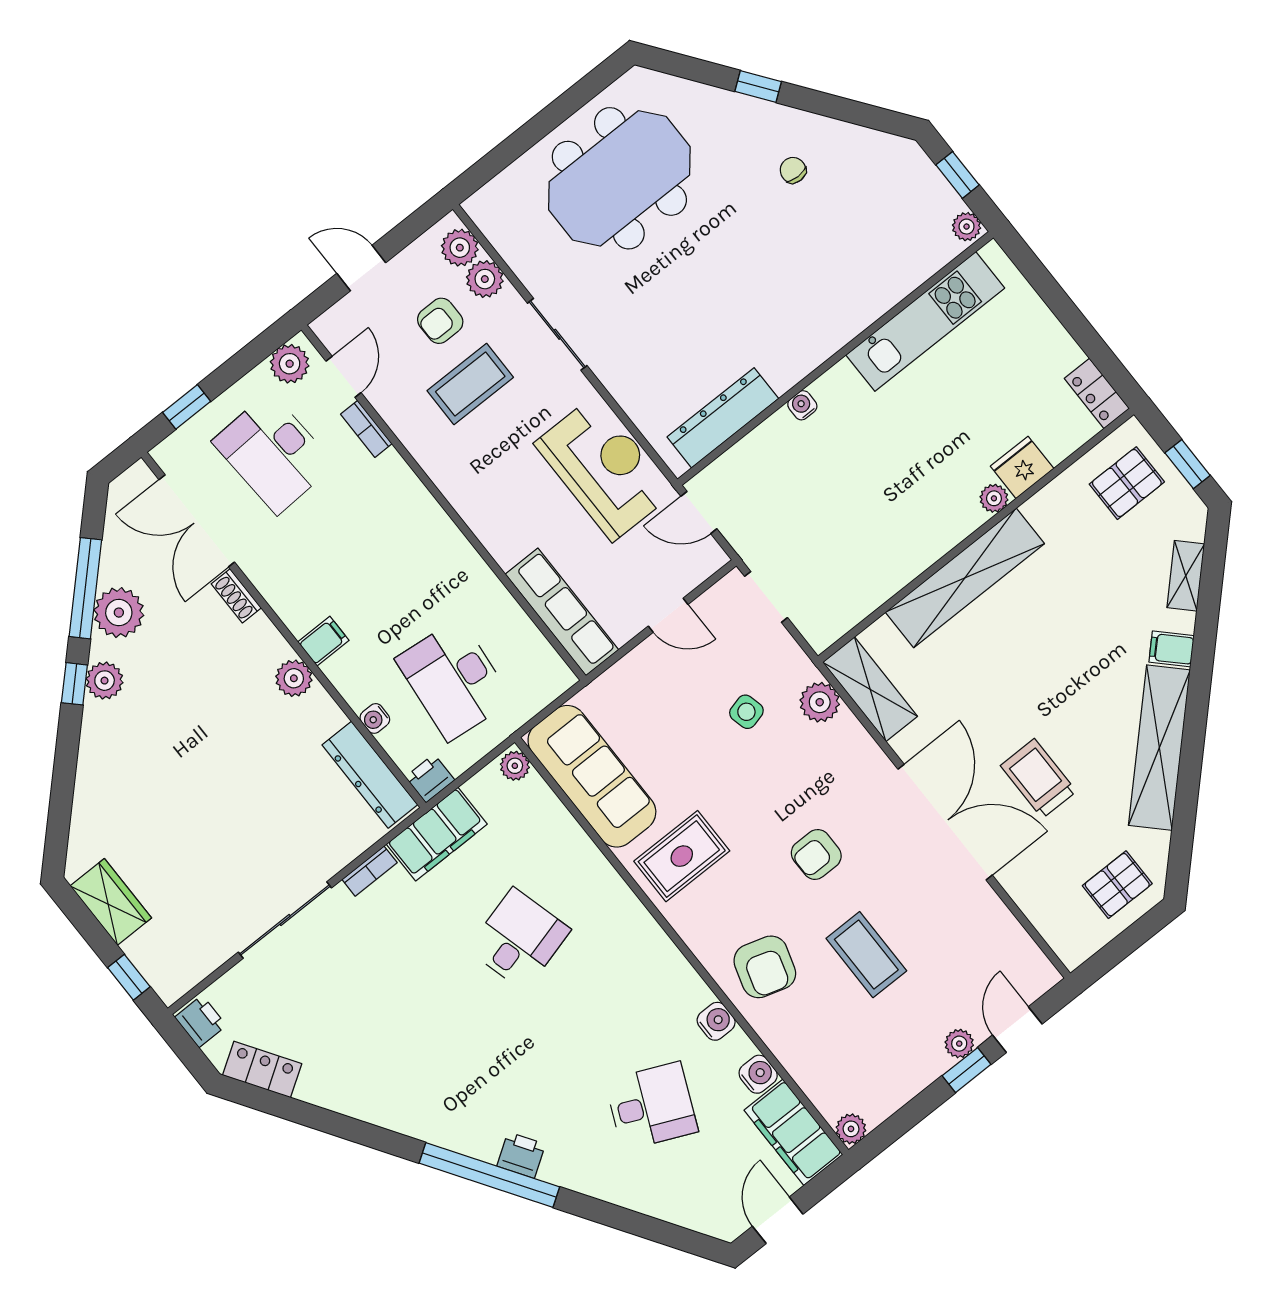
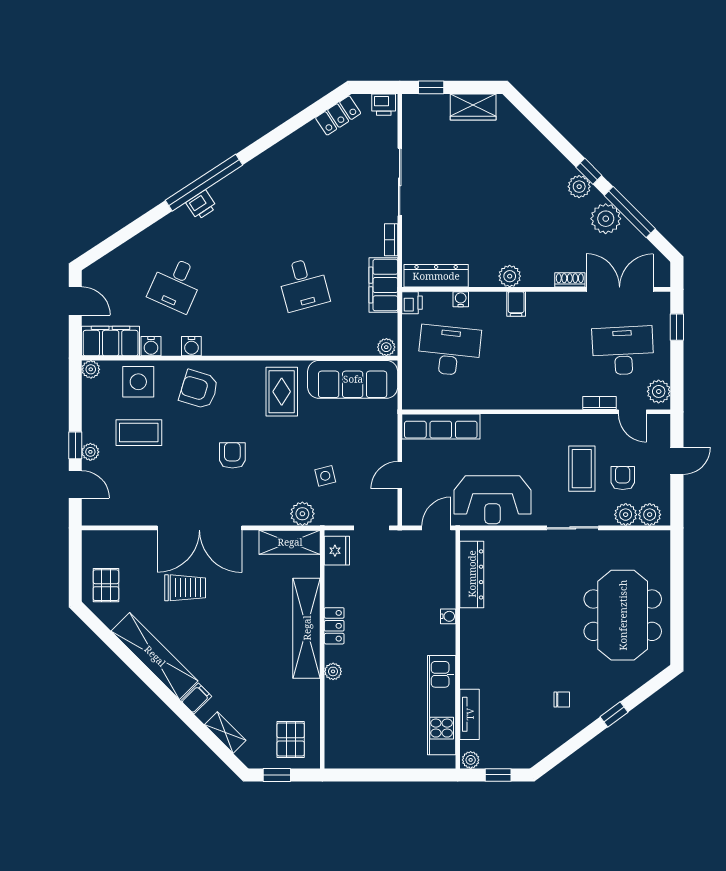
tv unit: (908, 275) -> (470, 714), added
locker: (1097, 393) -> (334, 626), moved, turned 90
fridge: (1022, 467) -> (337, 551), moved
coffee table: (866, 955) -> (139, 433), moved
side table: (818, 1054) -> (138, 382), added

